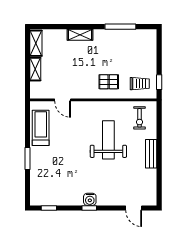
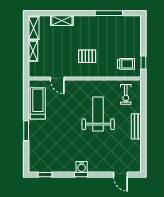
shelving: (80, 35) -> (62, 20), moved
pallet: (109, 82) -> (87, 56), moved

